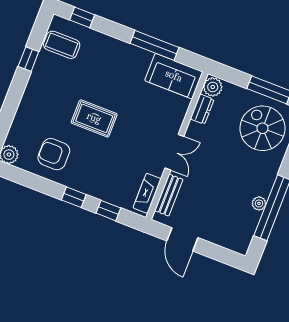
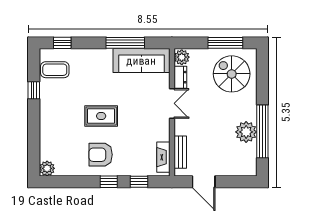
sofa: (174, 76) -> (141, 61), width x1.36
double door: (174, 152) -> (172, 103), moved
armchair: (54, 154) -> (101, 155), moved
plant: (259, 203) -> (246, 132), width x1.87, depth x1.87

